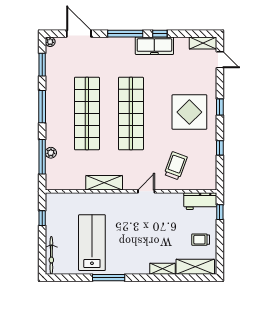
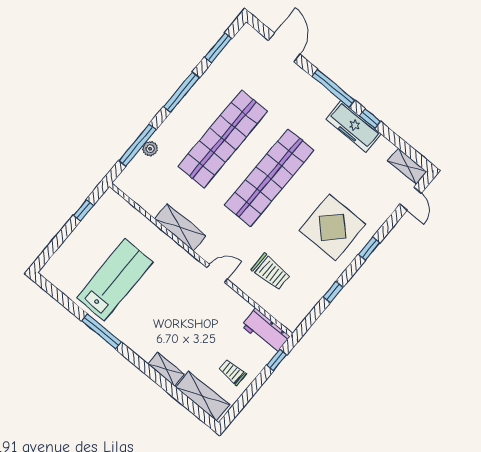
plant: (50, 42) -> (247, 31), removed
trolley: (176, 166) -> (271, 272), turned 70
bicycle: (51, 255) -> (61, 258), removed

